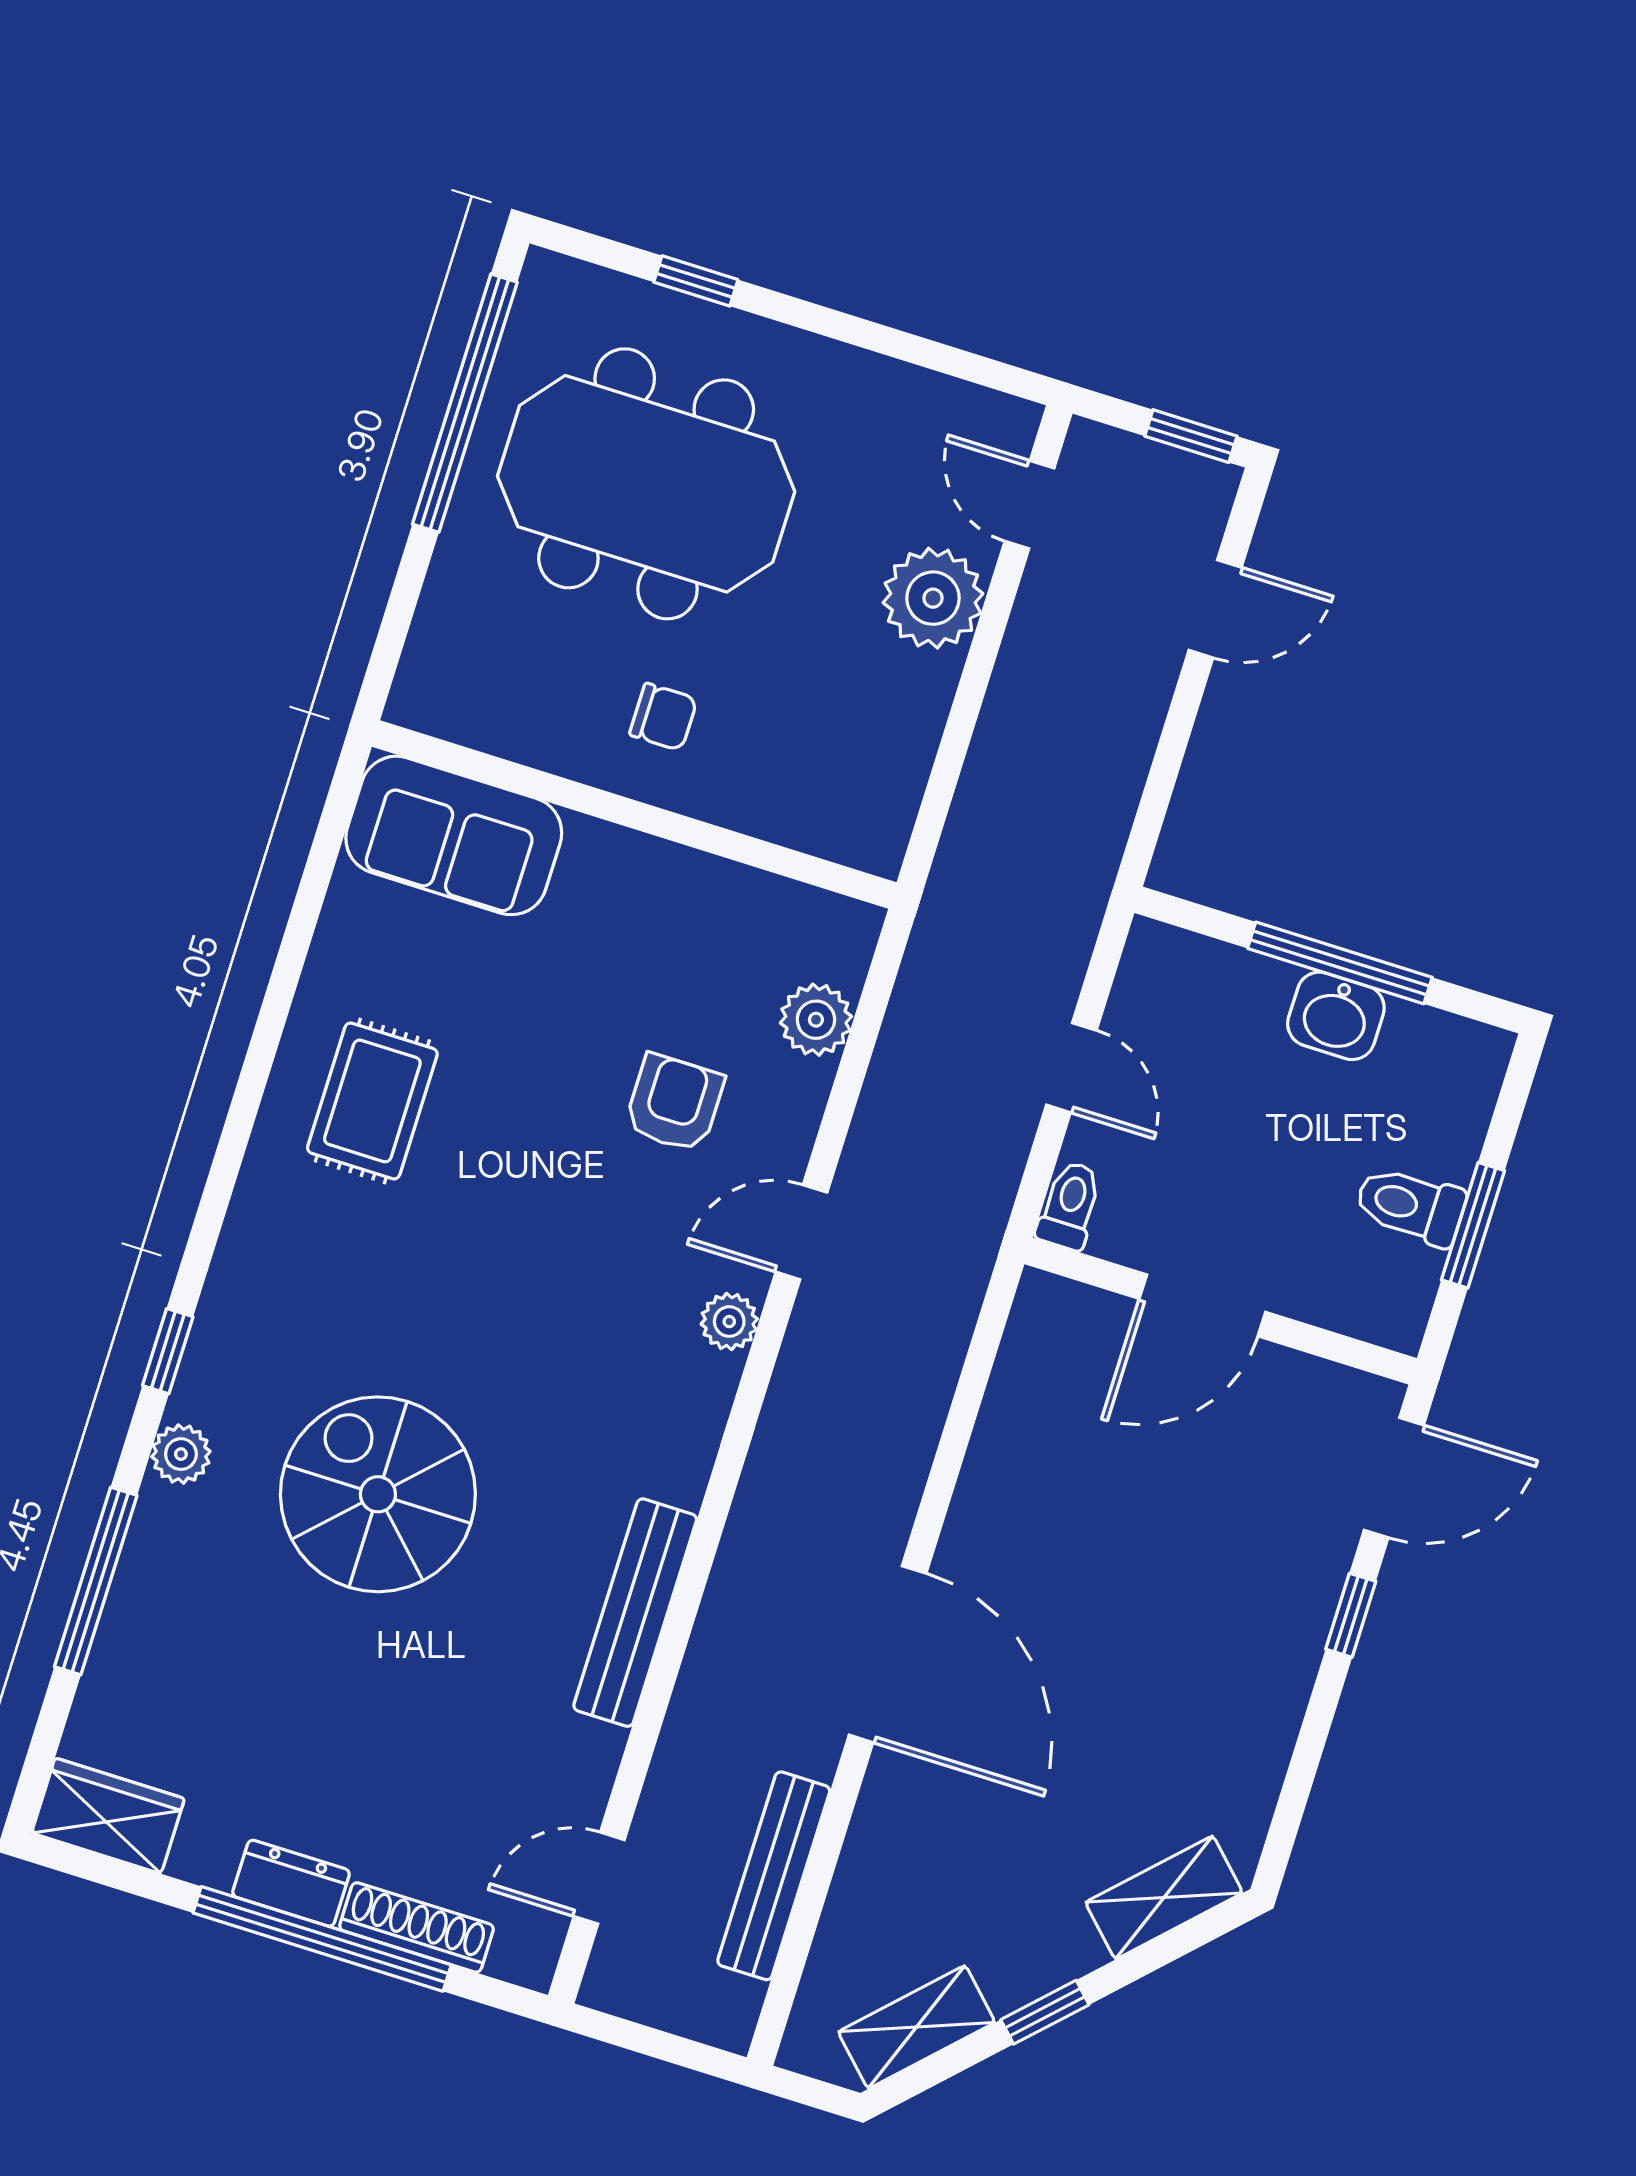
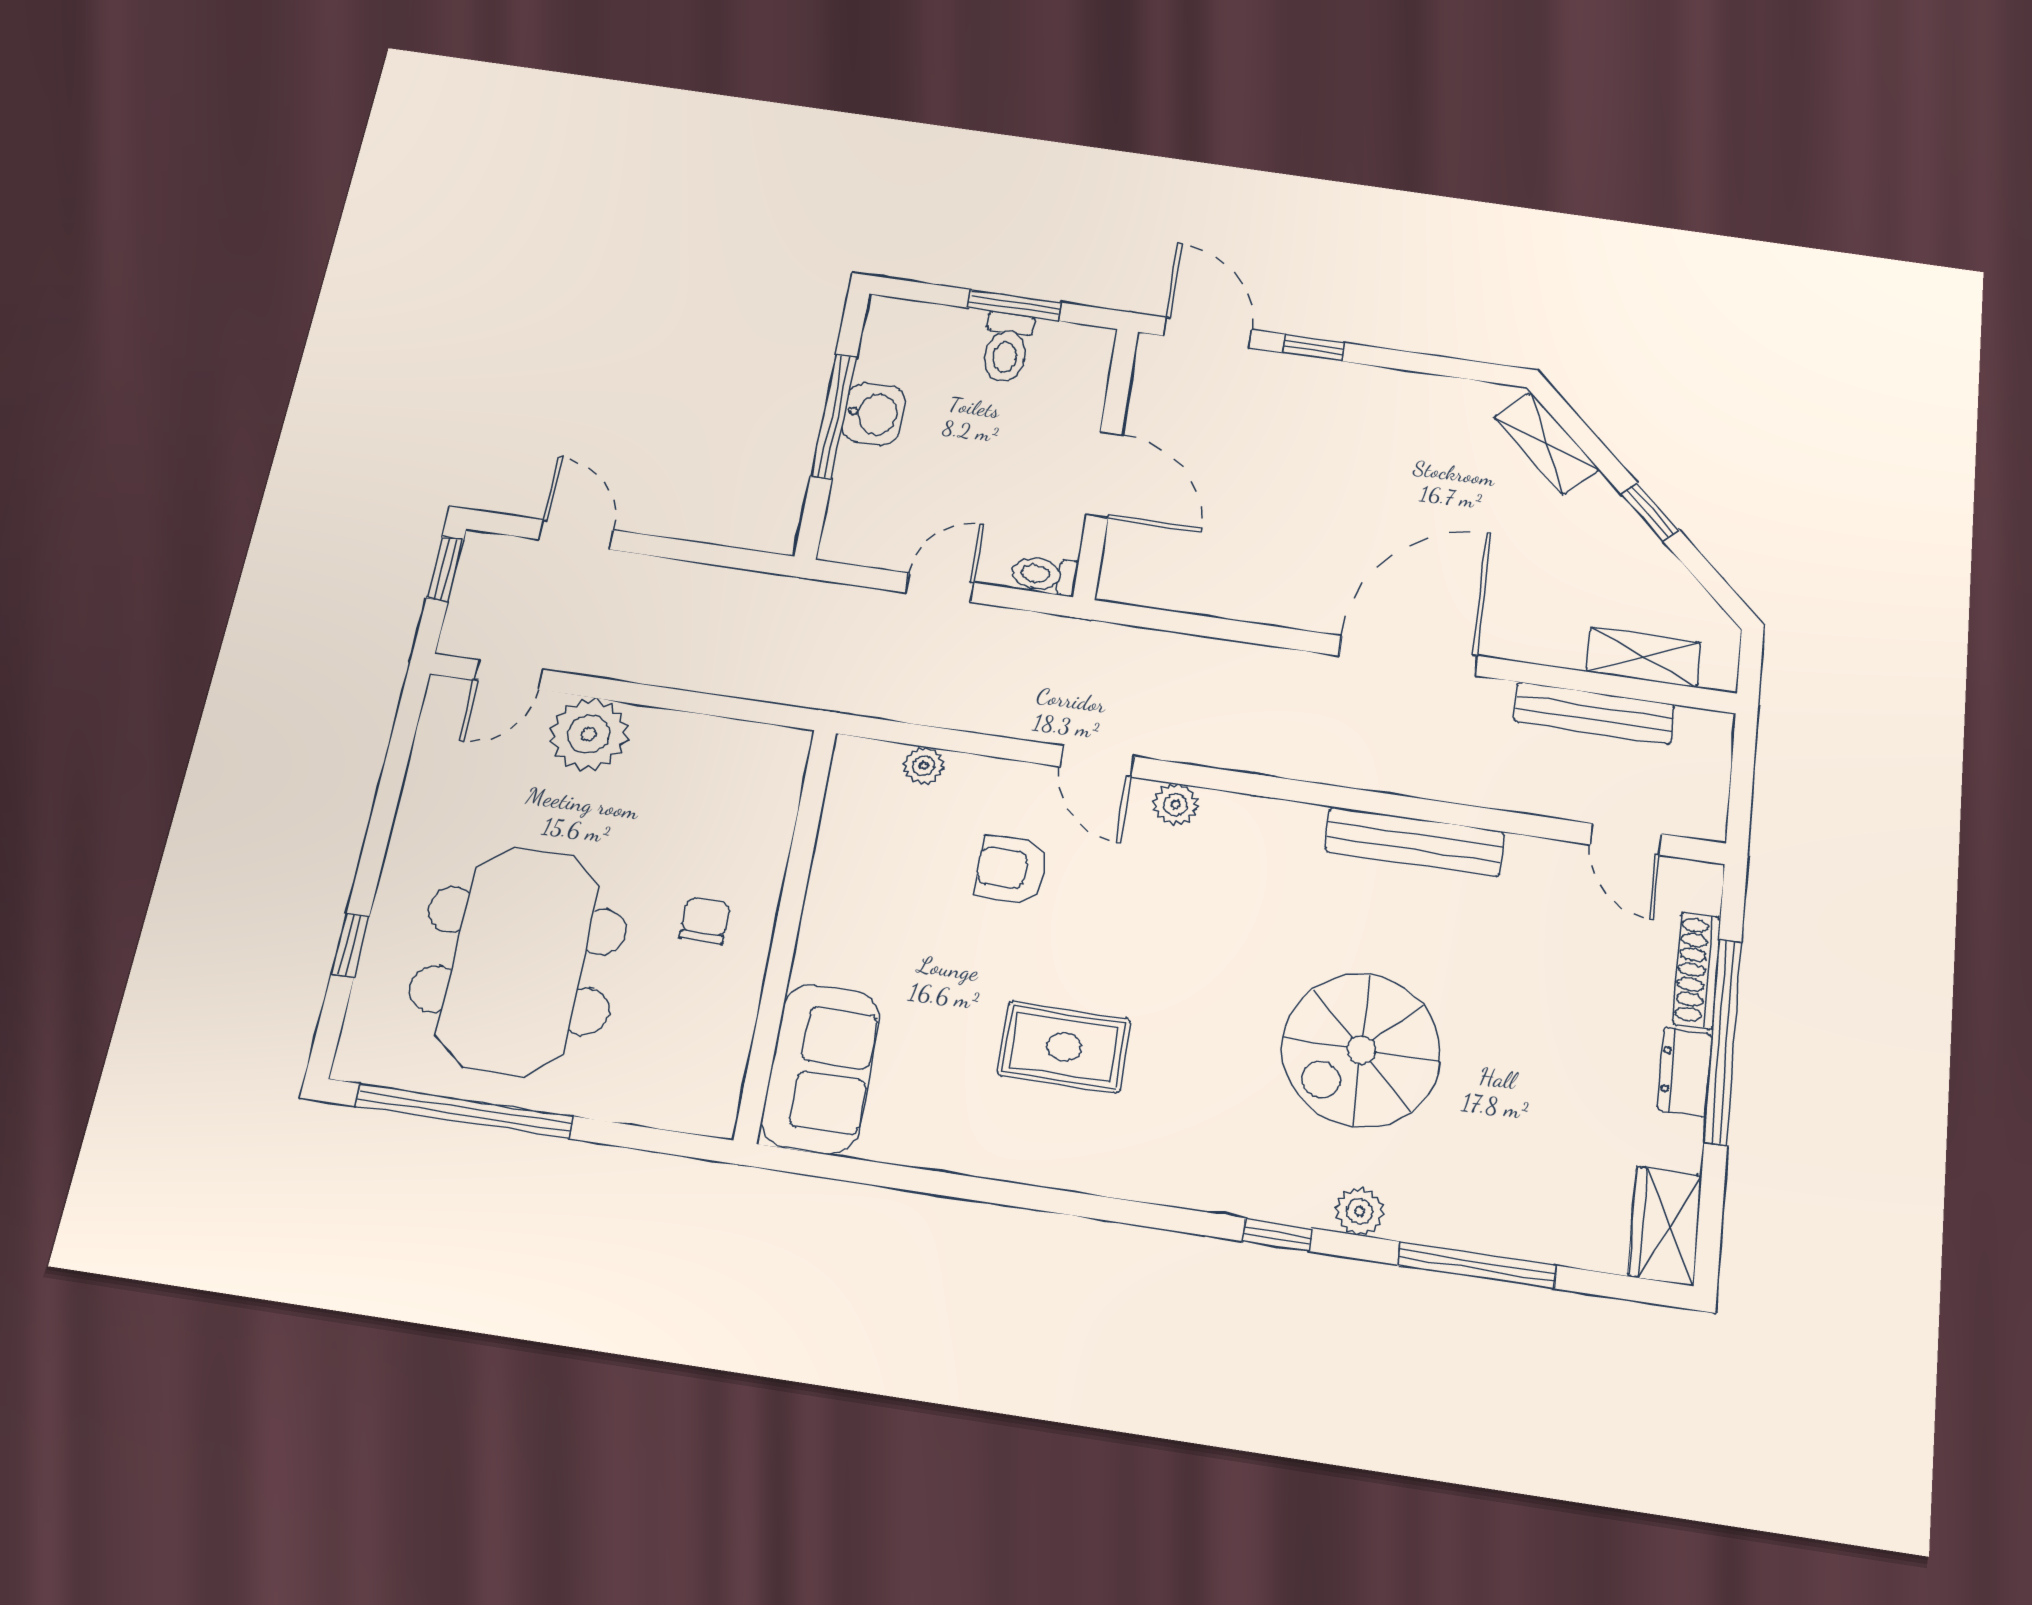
plant: (816, 1020) -> (924, 766), width x0.73, depth x0.73
rug: (372, 1101) -> (1064, 1047), moved
shelving: (917, 2027) -> (1644, 657), moved, turned -45

